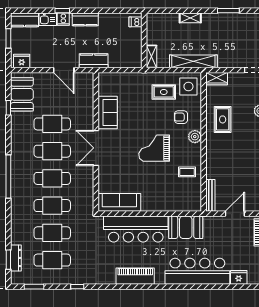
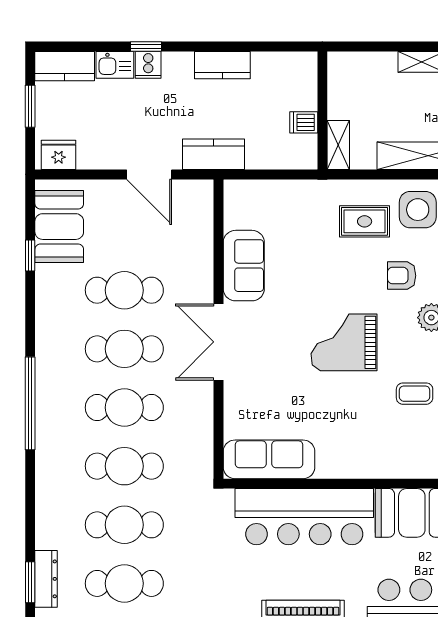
kitchen counter: (85, 19) -> (222, 65), moved
dishwasher: (136, 22) -> (304, 122), moved

